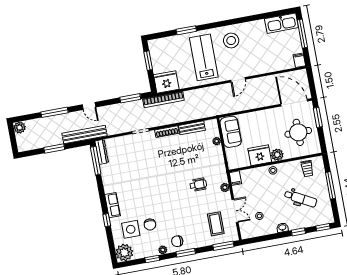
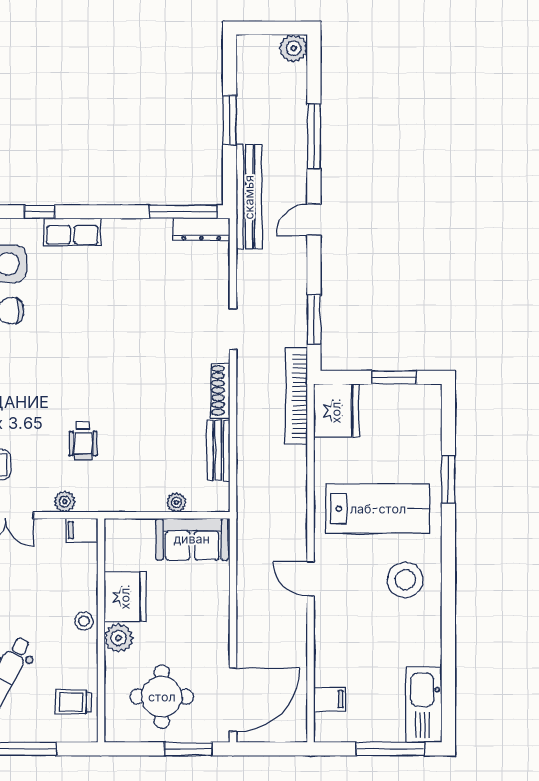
filing cabinet: (299, 60) -> (329, 699), moved

